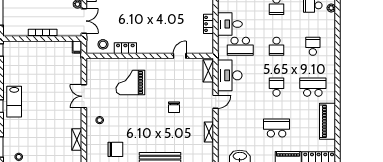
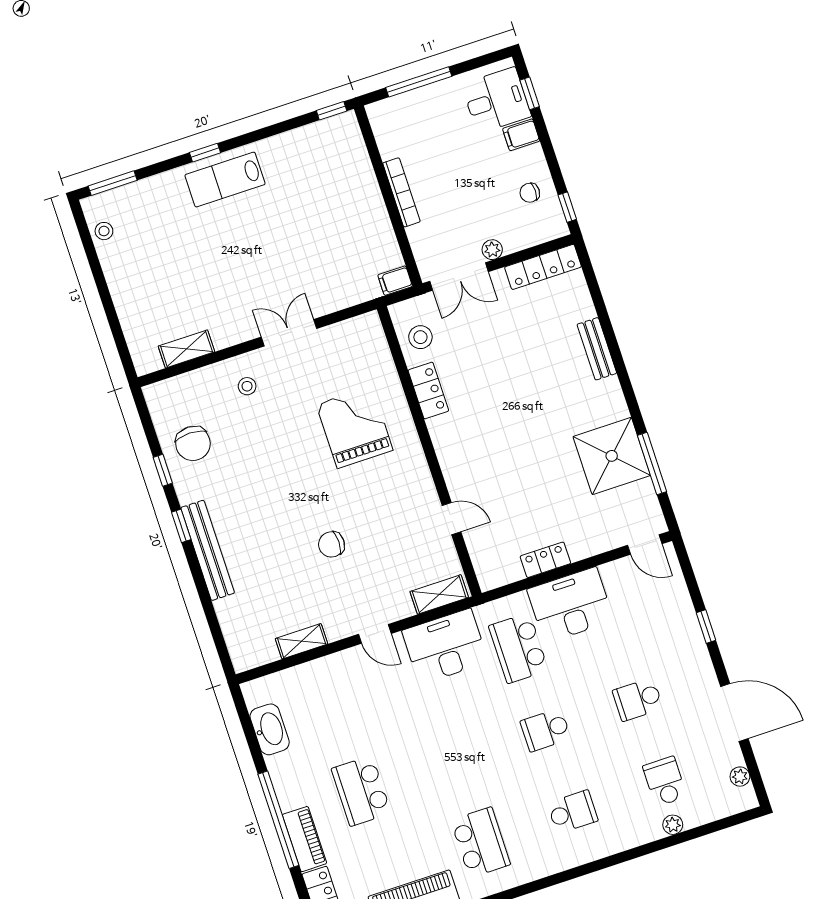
desk: (230, 24) -> (570, 605), width x1.37
school desk: (277, 87) -> (453, 760), removed
school desk: (277, 128) -> (361, 791), turned 180

